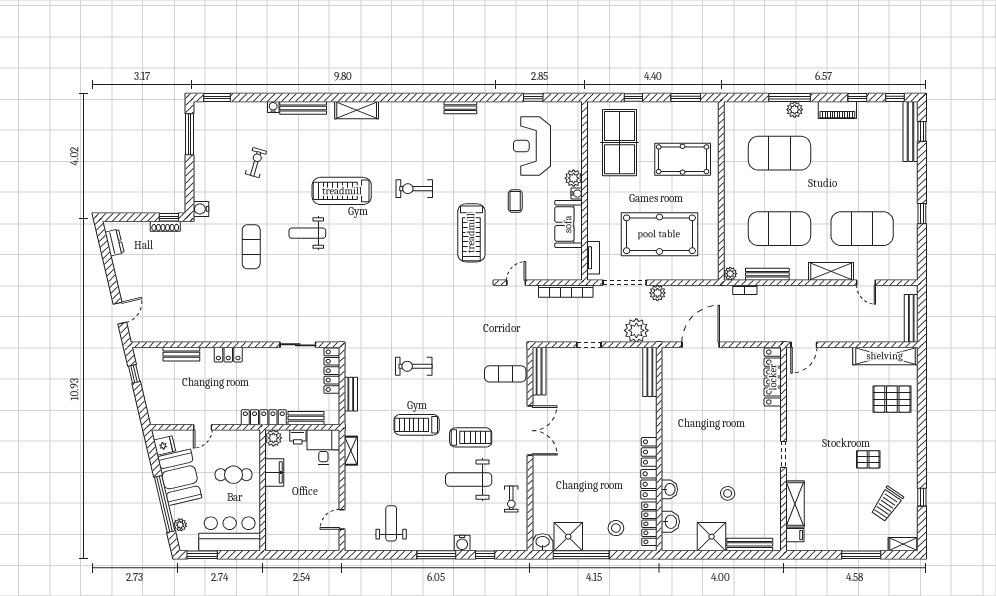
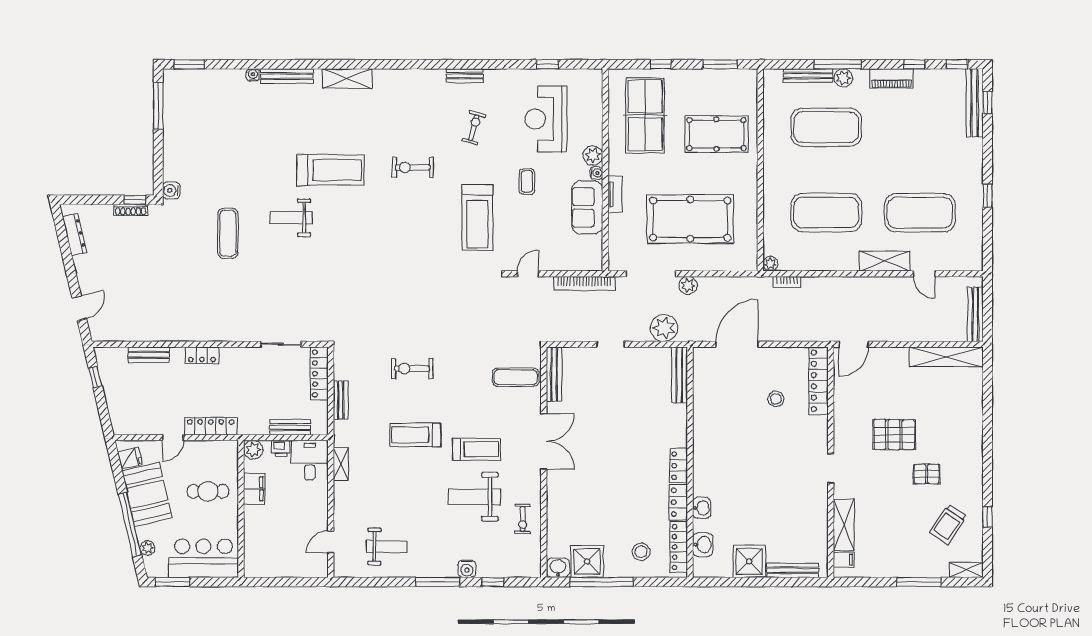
exercise bike: (256, 163) -> (474, 128), moved
treadmill: (342, 191) -> (330, 170), turned 180
dresser: (114, 242) -> (75, 234), width x1.44
tv unit: (593, 258) -> (615, 194), moved
bench: (767, 274) -> (808, 76), moved
pallet: (892, 399) -> (894, 435), moved
locker: (264, 417) -> (211, 426), moved
stool: (728, 493) -> (776, 399), moved
weight bench: (391, 523) -> (386, 546), turned 90

